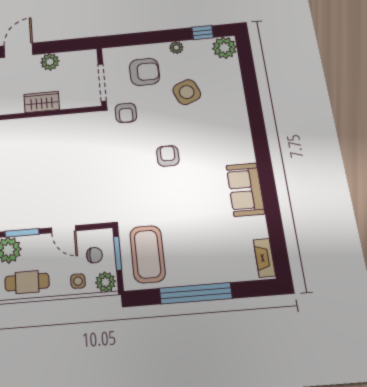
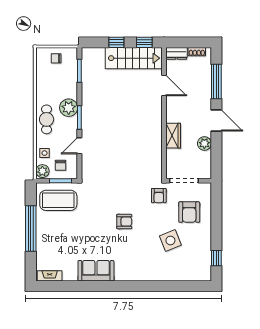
plant: (176, 48) -> (206, 237), removed
plant: (224, 48) -> (202, 272), removed
armchair: (126, 113) -> (159, 196), turned -90

